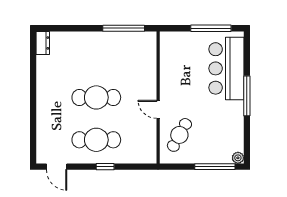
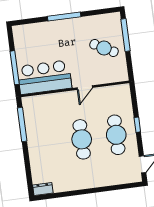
window: (211, 28) -> (15, 68), moved
bar counter: (226, 68) -> (44, 77), moved, turned 180
cafe table: (179, 135) -> (104, 48), moved
plant: (238, 158) -> (116, 17), removed

